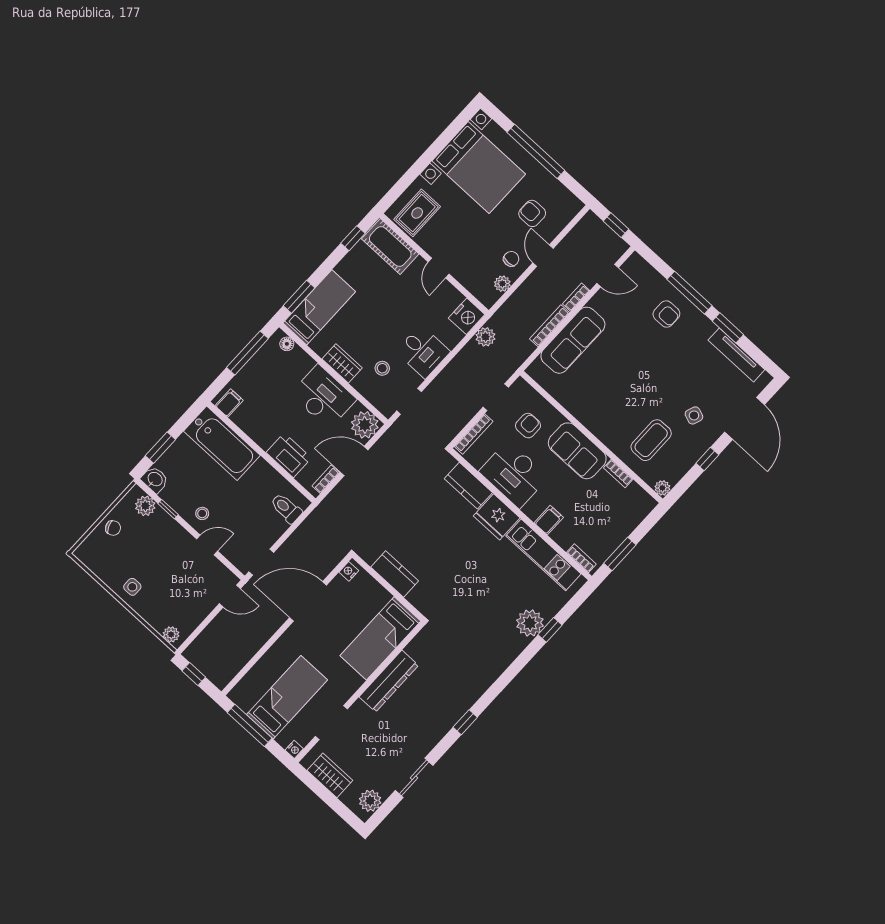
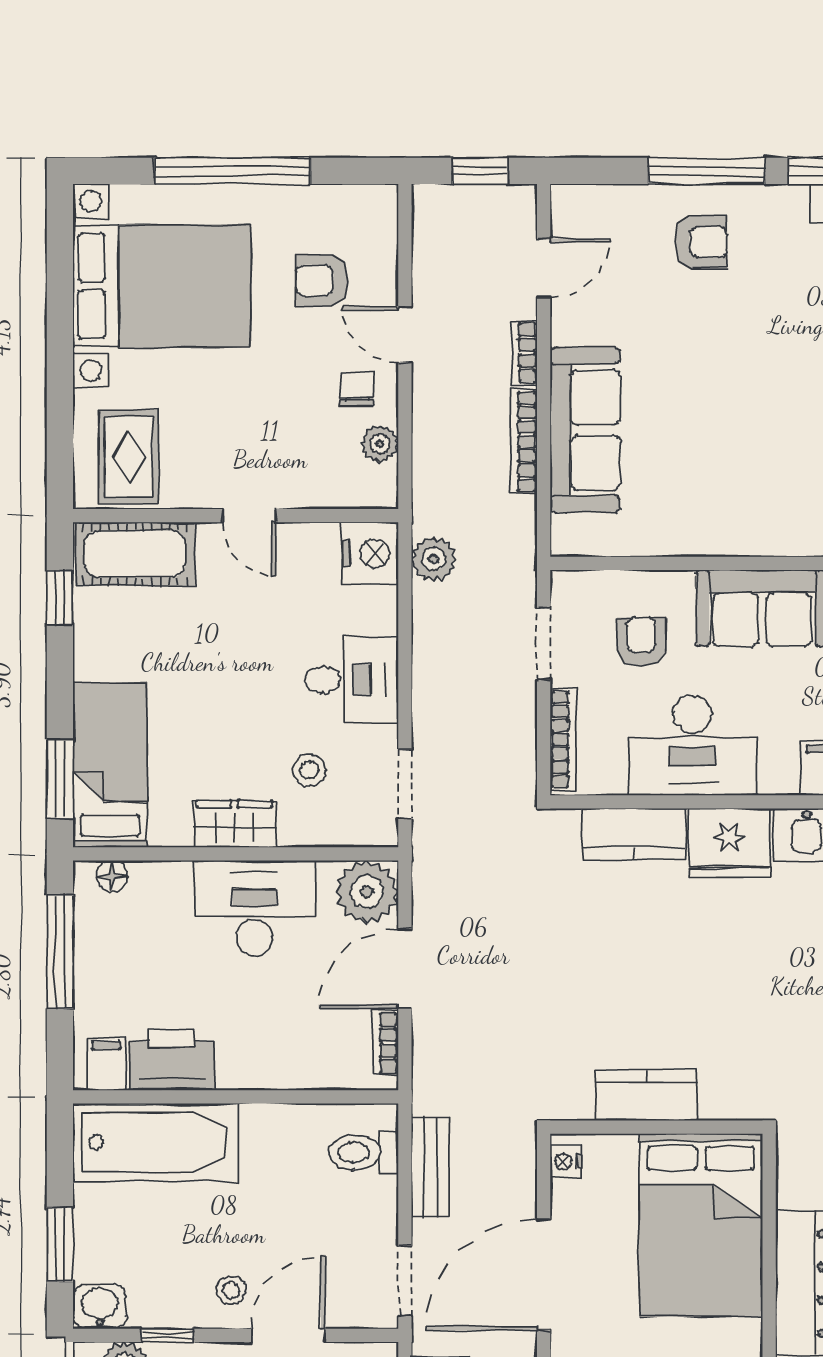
printer: (289, 455) -> (172, 1060), moved
bench: (303, 533) -> (430, 1167), added
door: (207, 545) -> (288, 1335), width x1.37
bed: (380, 638) -> (701, 1225), width x1.50

